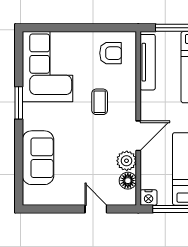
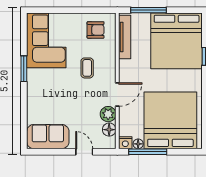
sofa: (38, 158) -> (48, 137), moved, turned -90
floor lamp: (165, 199) -> (138, 144), added

